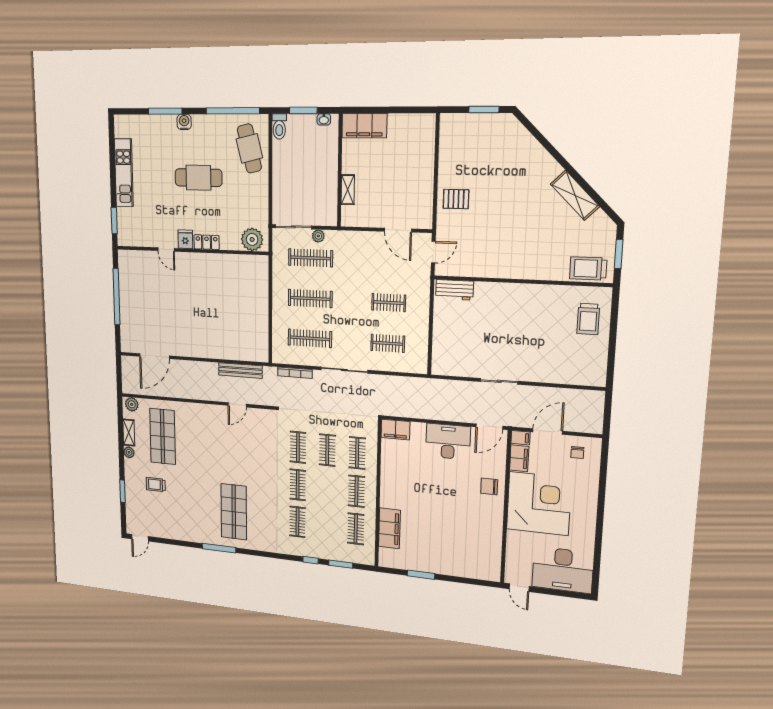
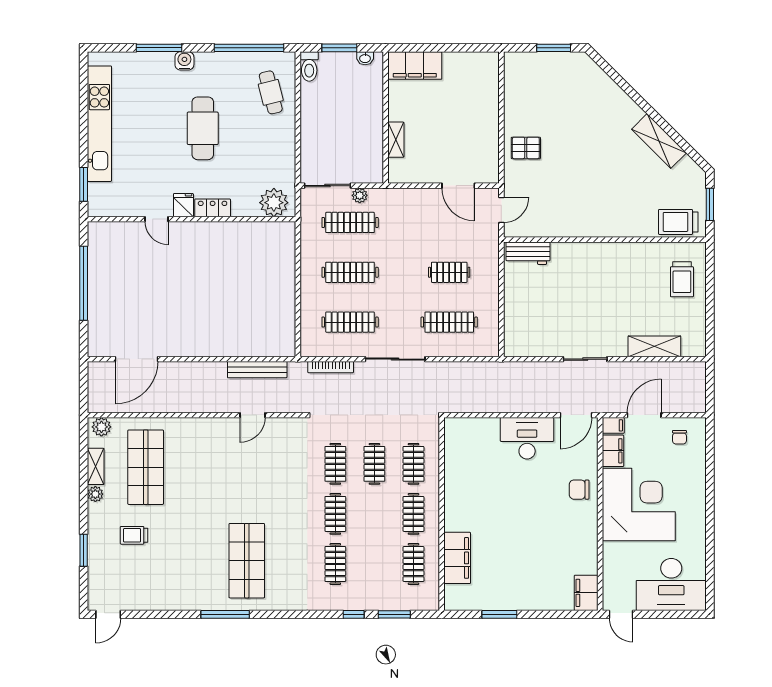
cafe table: (249, 148) -> (271, 92), width x0.73, depth x0.74
kitchen unit: (124, 173) -> (99, 124), width x1.36
cafe table: (198, 178) -> (203, 128), turned 90
clothes rail: (388, 343) -> (449, 322), width x1.36
shelving: (560, 375) -> (654, 346), added
filing cabinet: (395, 430) -> (586, 593), moved, turned 90

